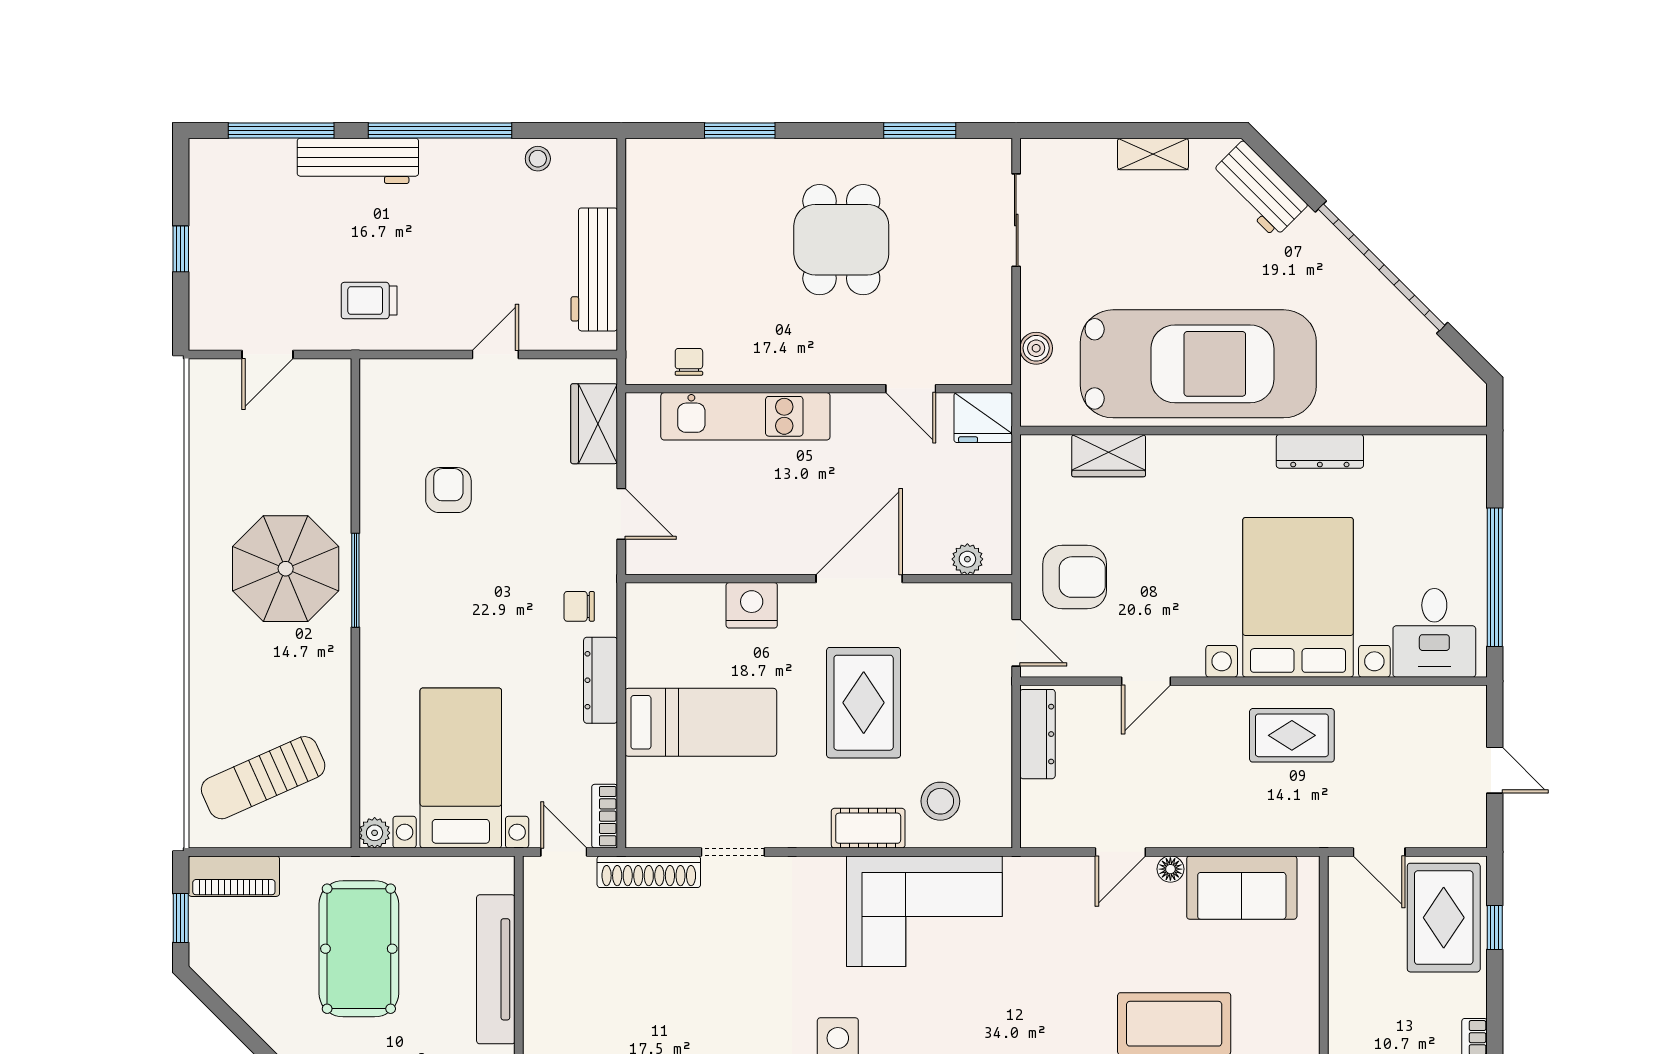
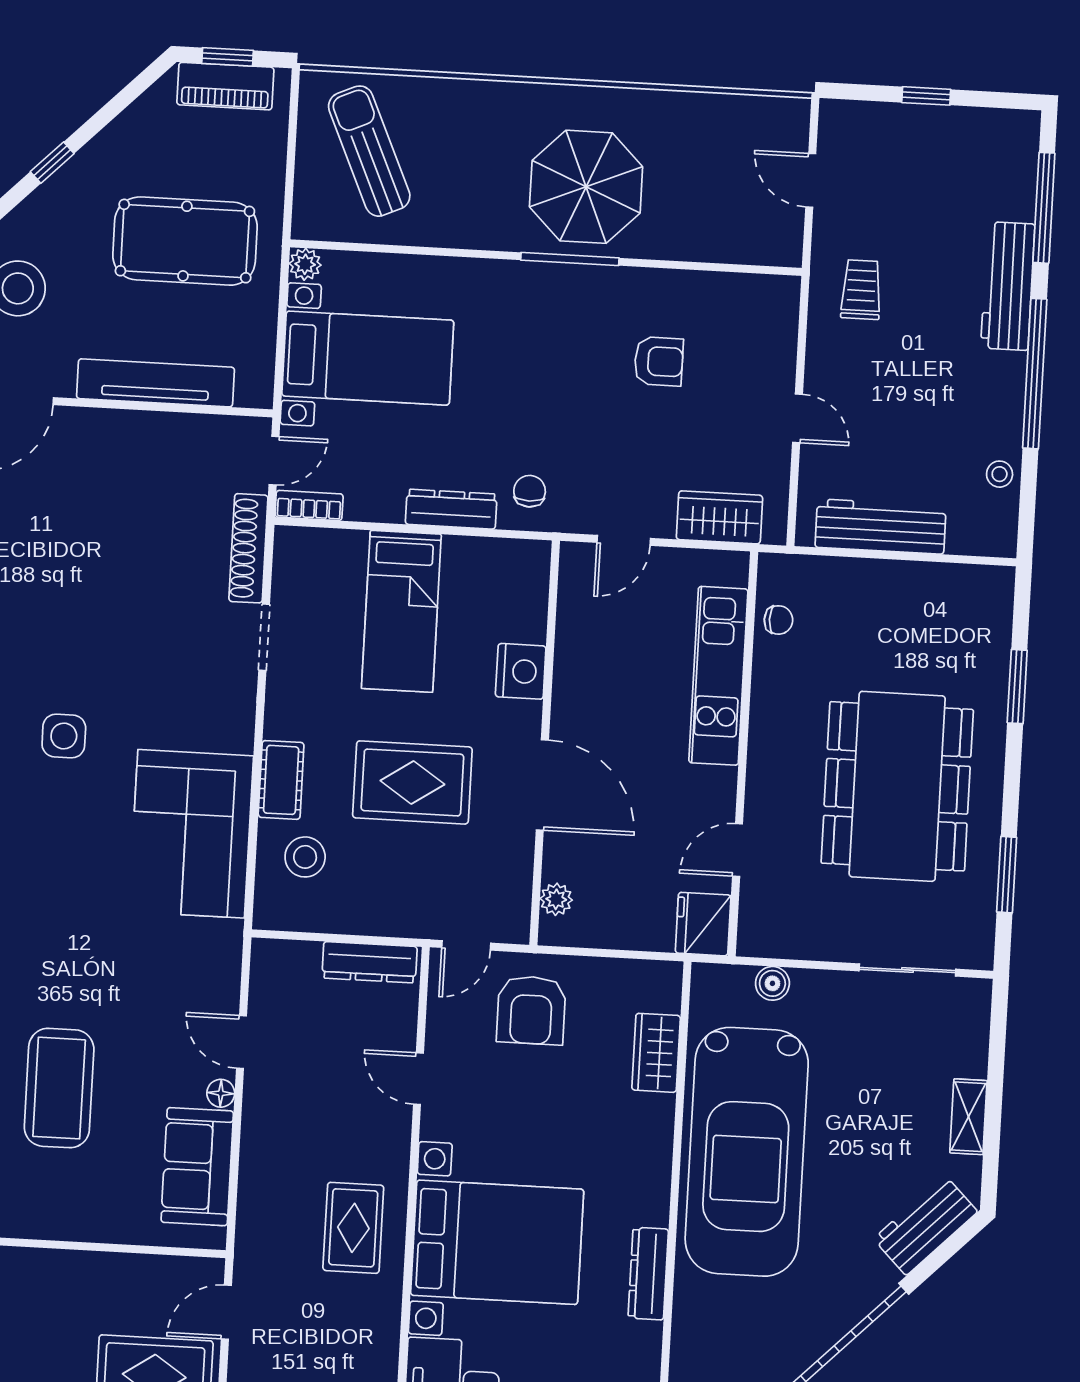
dining table: (841, 240) -> (897, 786), width x1.88, depth x1.24
piano: (234, 876) -> (225, 86), moved, turned -90

